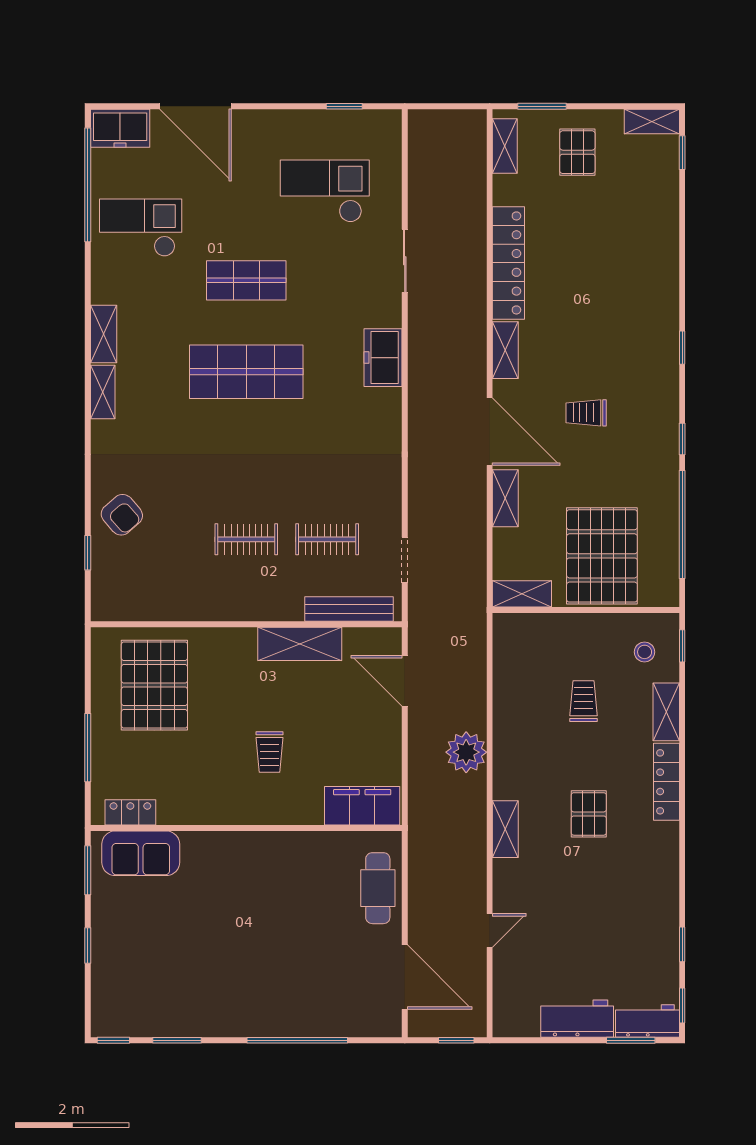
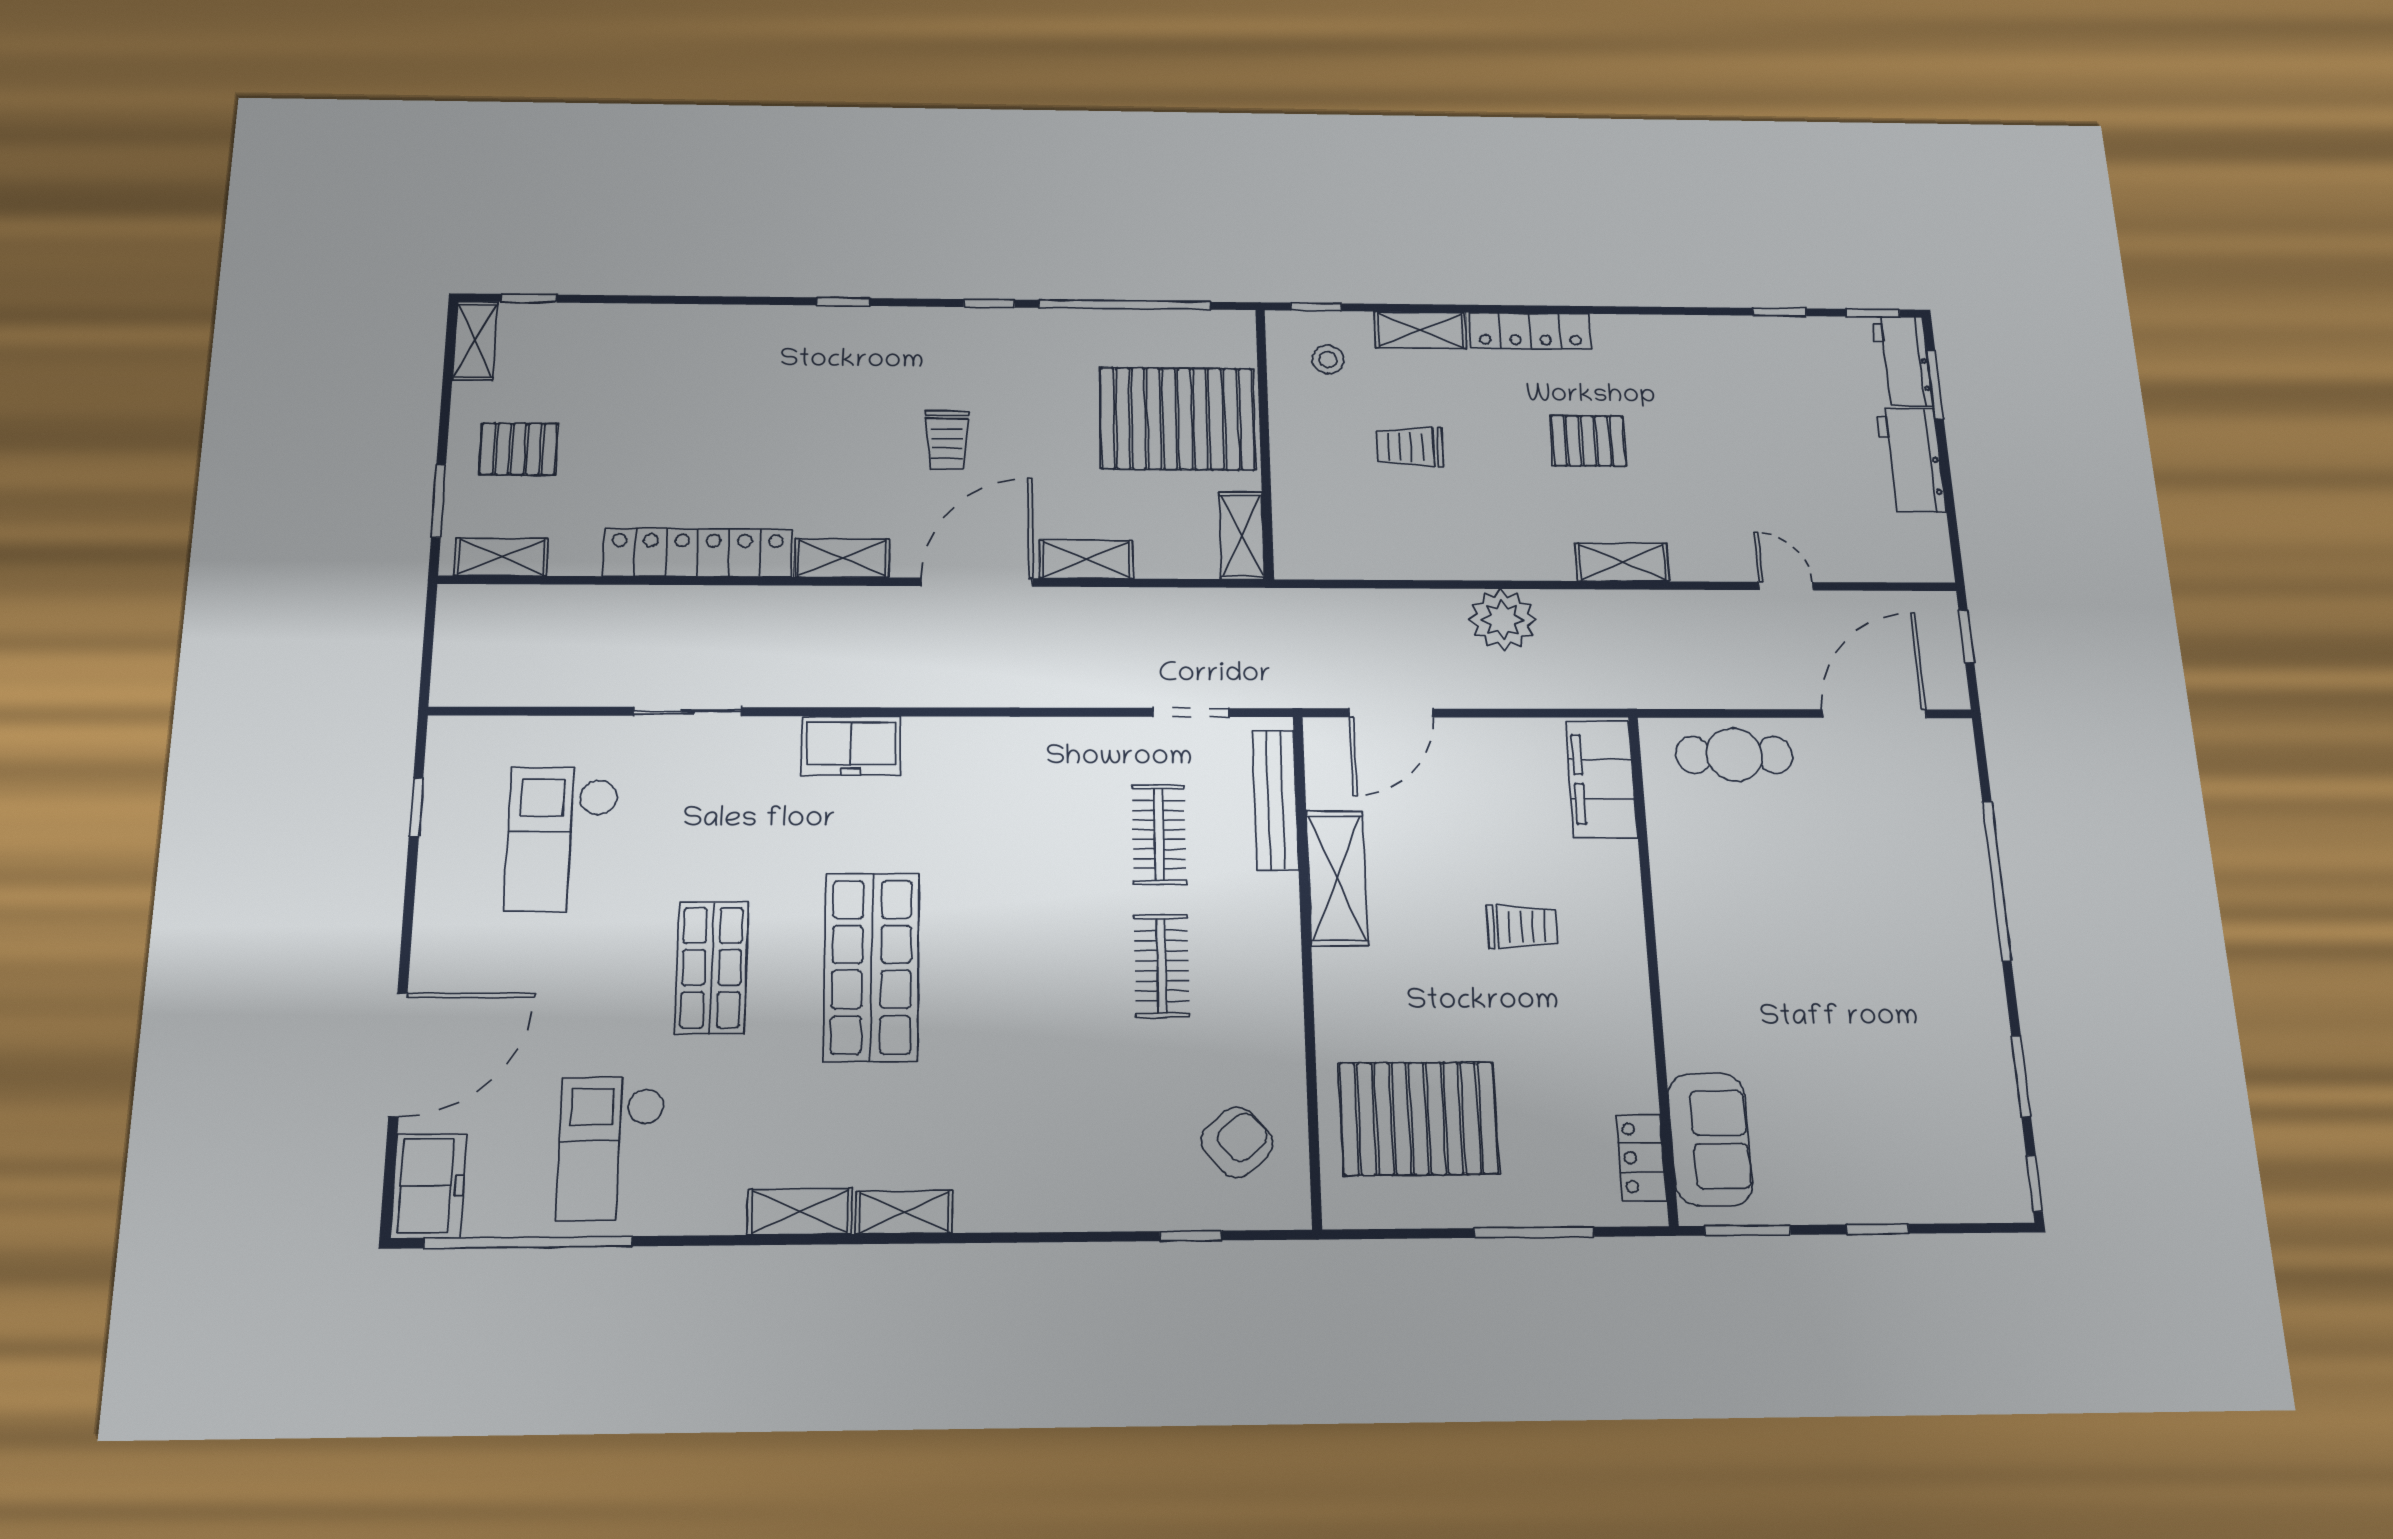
armchair: (122, 515) -> (1237, 1142), moved

